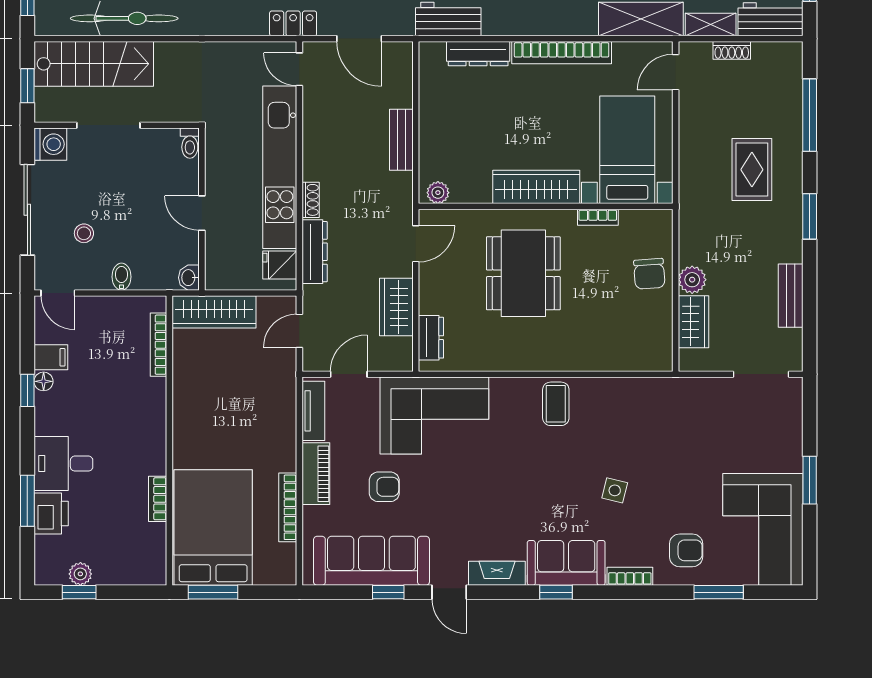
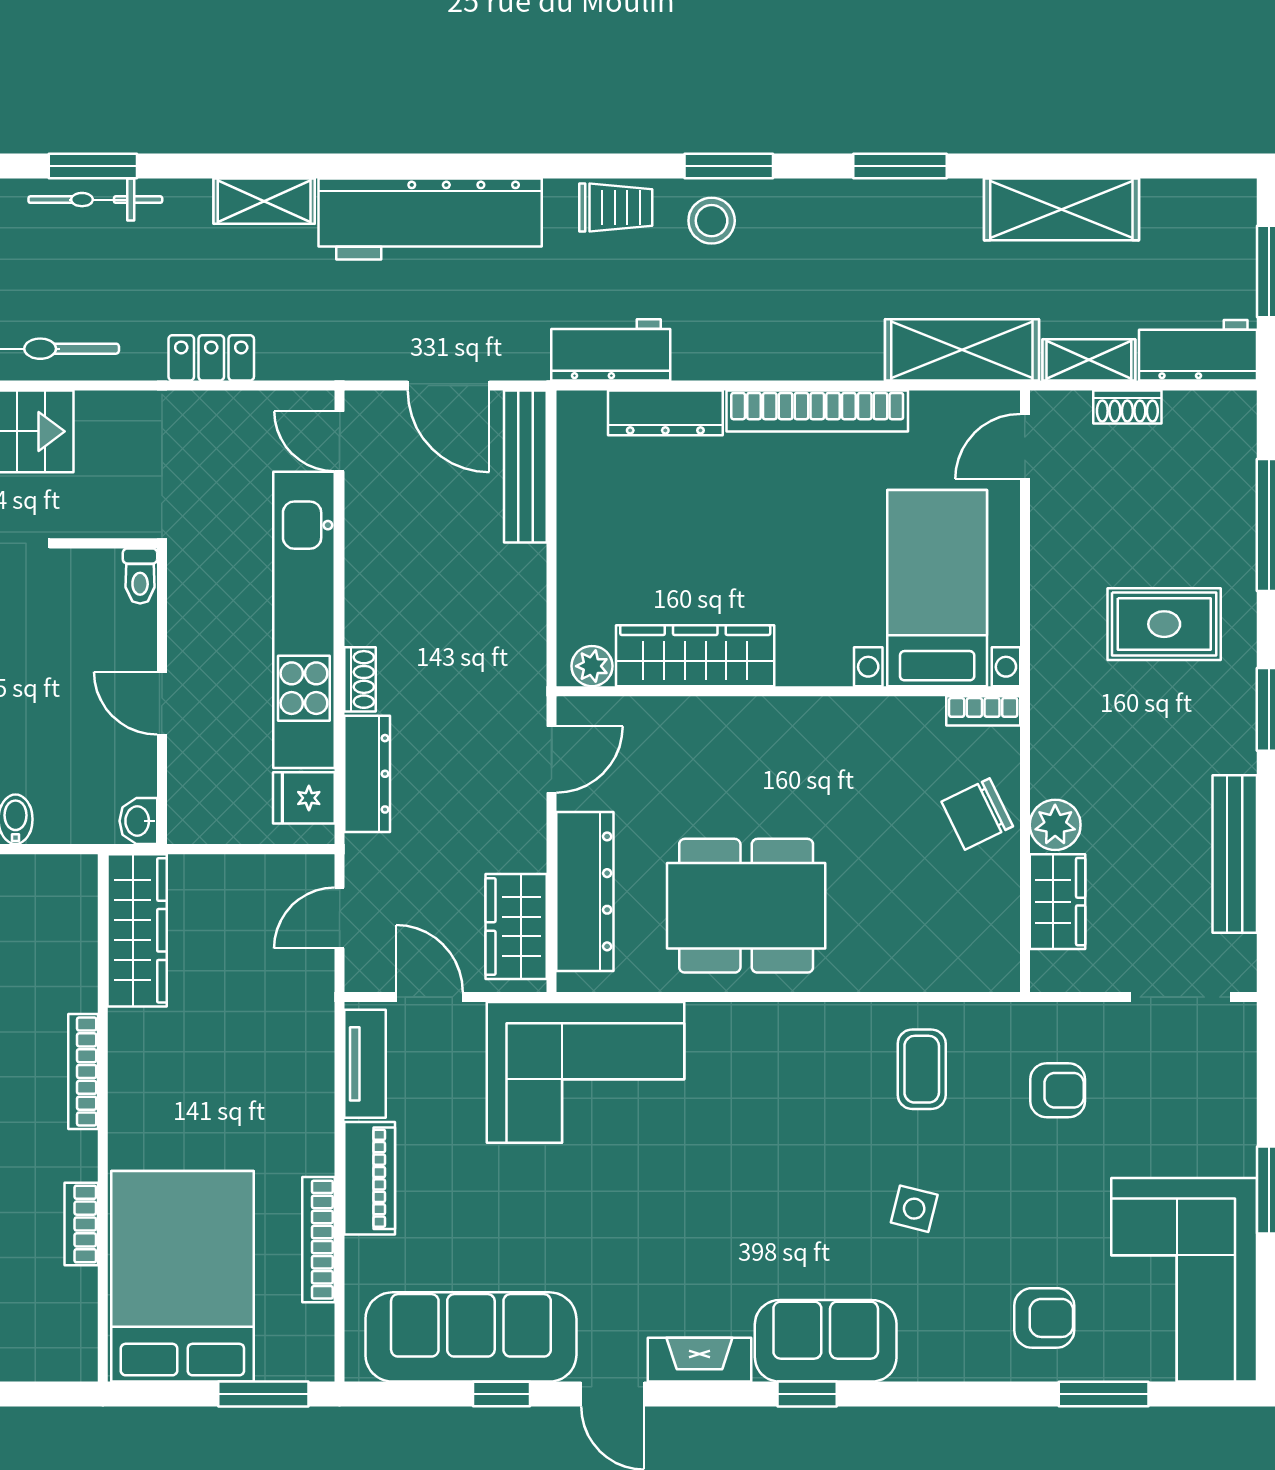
locker: (293, 23) -> (211, 358), moved
bench: (401, 140) -> (525, 467), moved, width x1.36
rug: (752, 170) -> (1164, 624), turned 90
wardrobe: (536, 187) -> (695, 656), moved
bookcase: (598, 217) -> (983, 711), moved
dining table: (523, 273) -> (746, 906), moved, turned 90
chair: (649, 274) -> (977, 814), turned 68
bench: (791, 296) -> (1235, 854), width x1.36
wardrobe: (396, 307) -> (516, 927), moved
wardrobe: (214, 312) -> (137, 930), moved, turned -90
dresser: (431, 338) -> (585, 891), width x1.96, depth x1.24
bookcase: (159, 345) -> (83, 1072), moved
door: (349, 374) -> (430, 997), hinge flipped
coffee table: (556, 404) -> (922, 1069), moved
armchair: (384, 487) -> (1058, 1090), moved
bookcase: (630, 576) -> (942, 1365), removed
window: (213, 592) -> (263, 1394), moved

